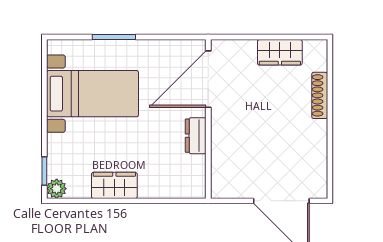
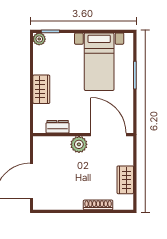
plant: (224, 126) -> (79, 144), added
dresser: (196, 136) -> (58, 127), moved
wardrobe: (114, 185) -> (41, 89), moved

